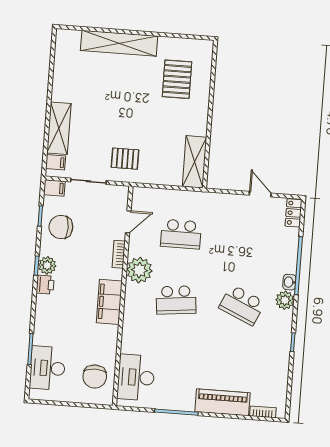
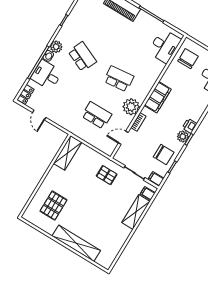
desk: (278, 254) -> (46, 75), added

